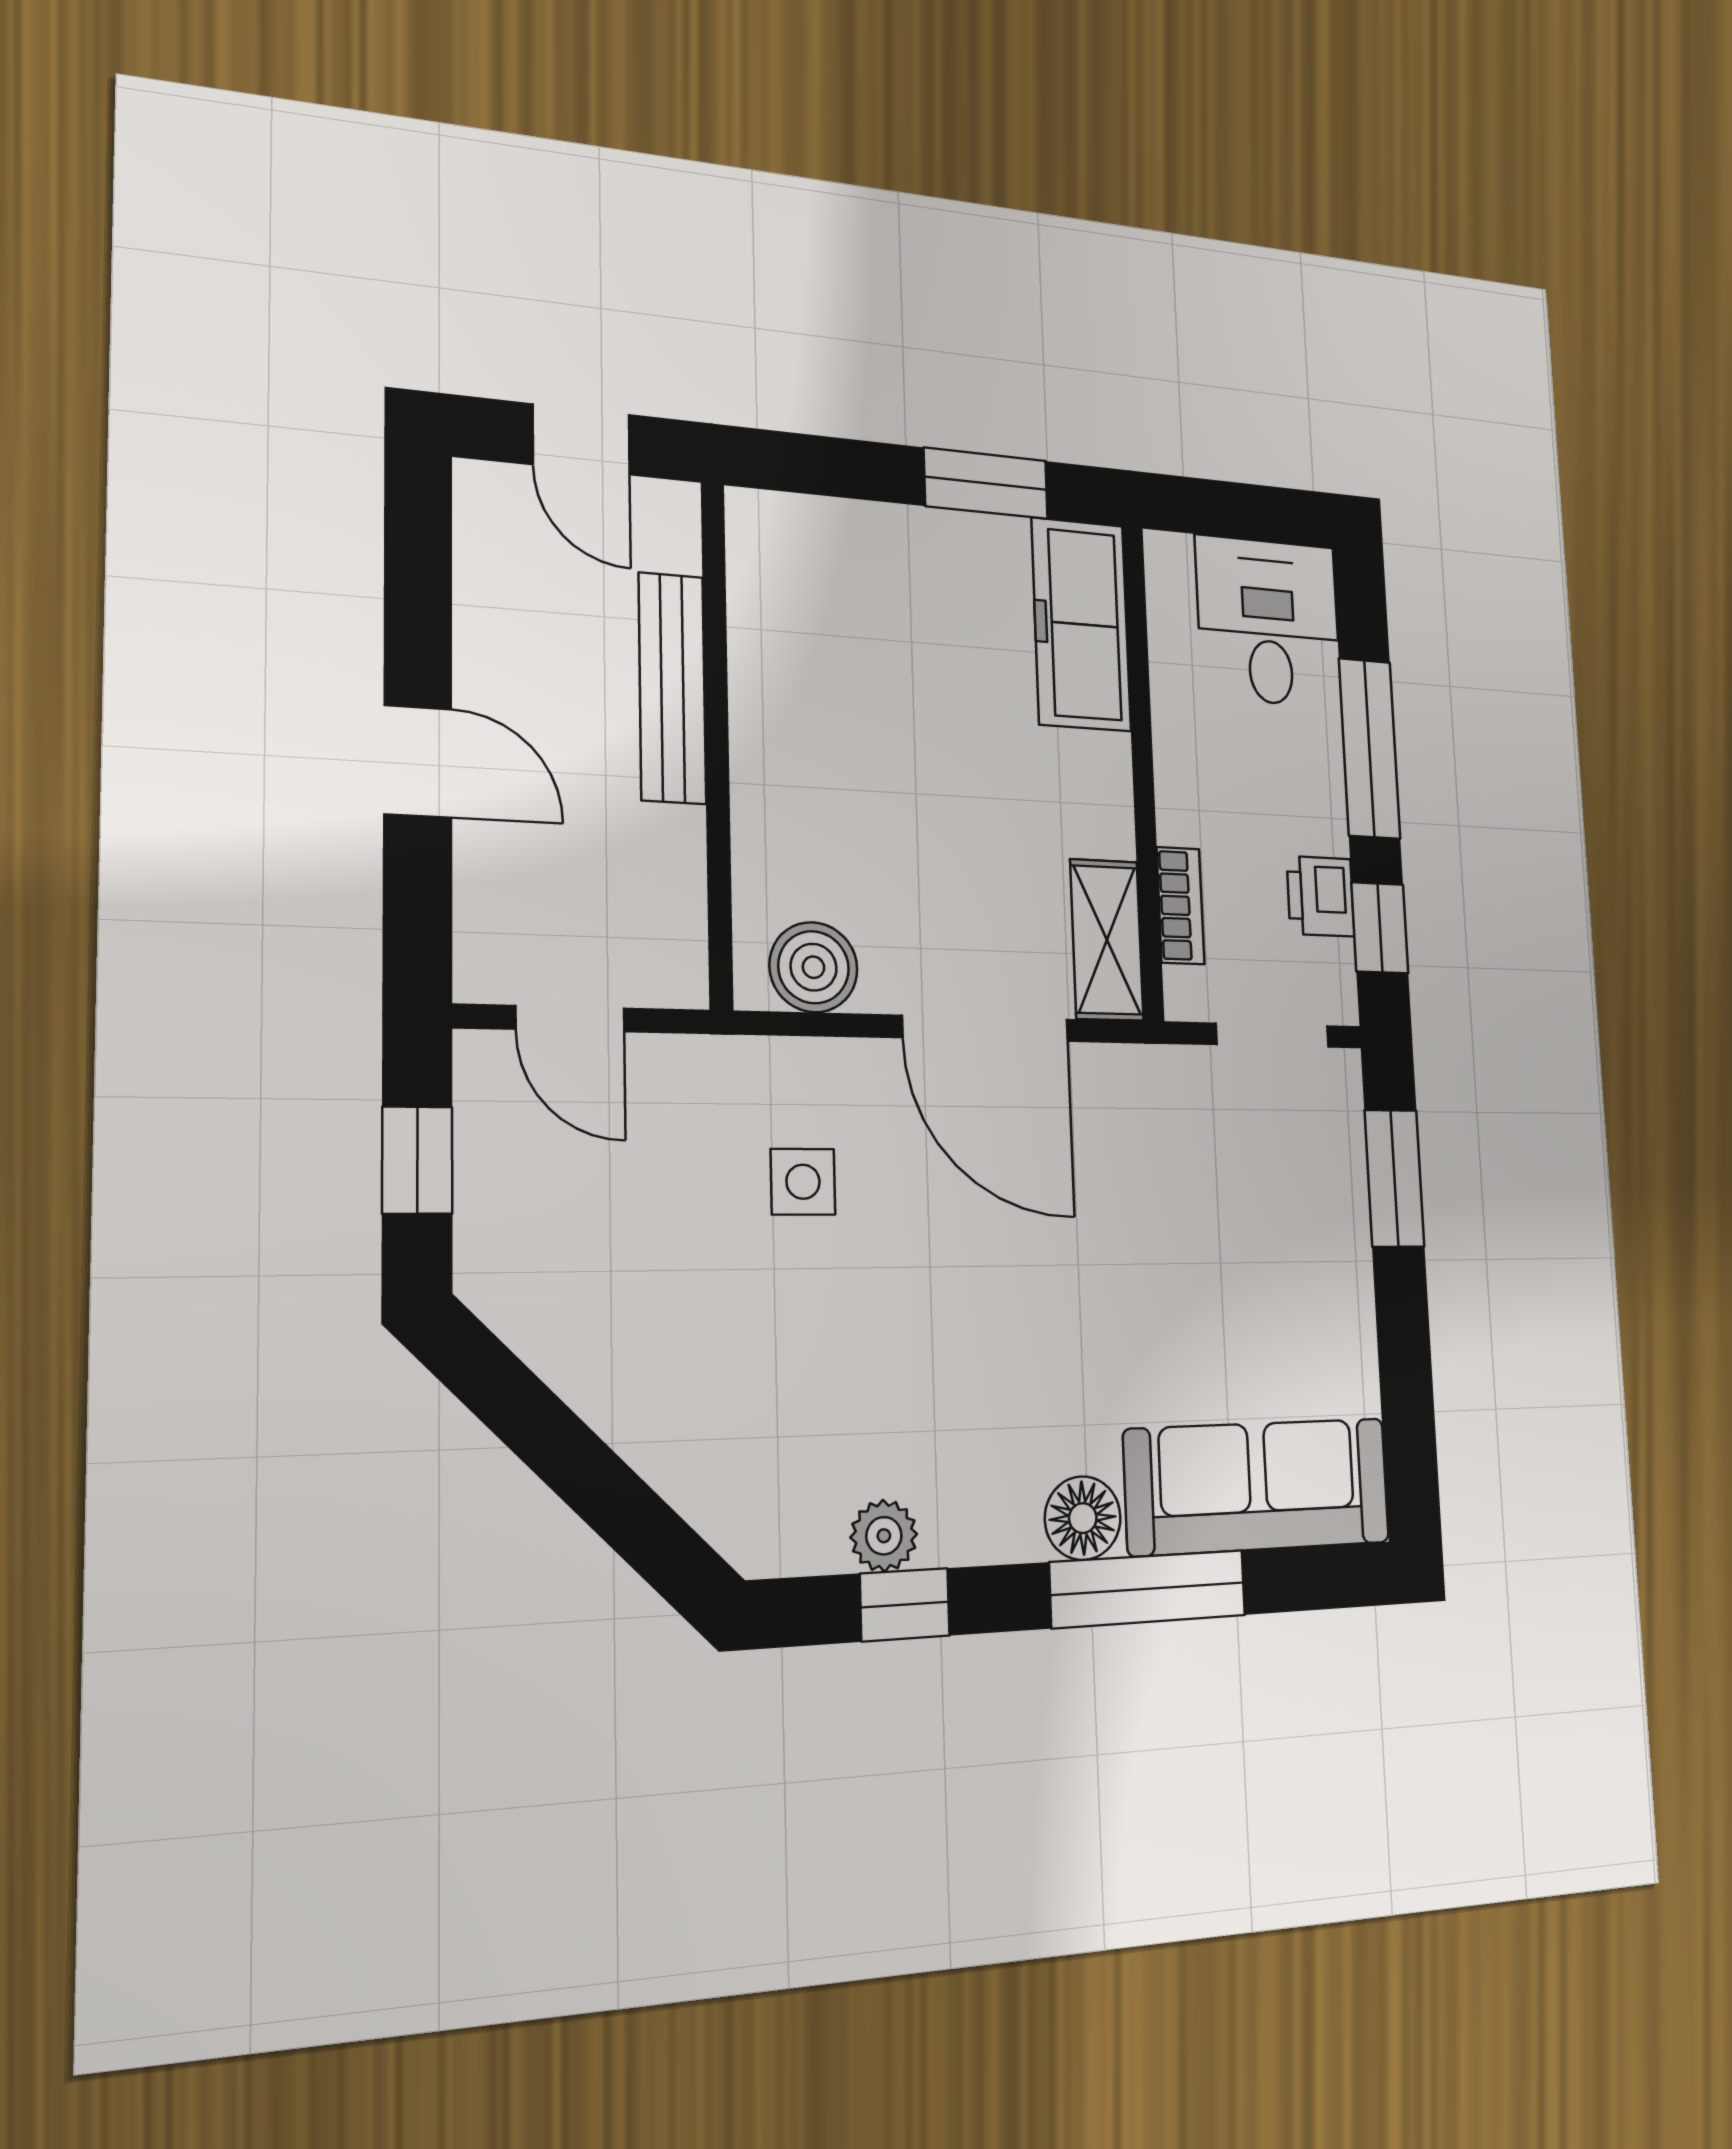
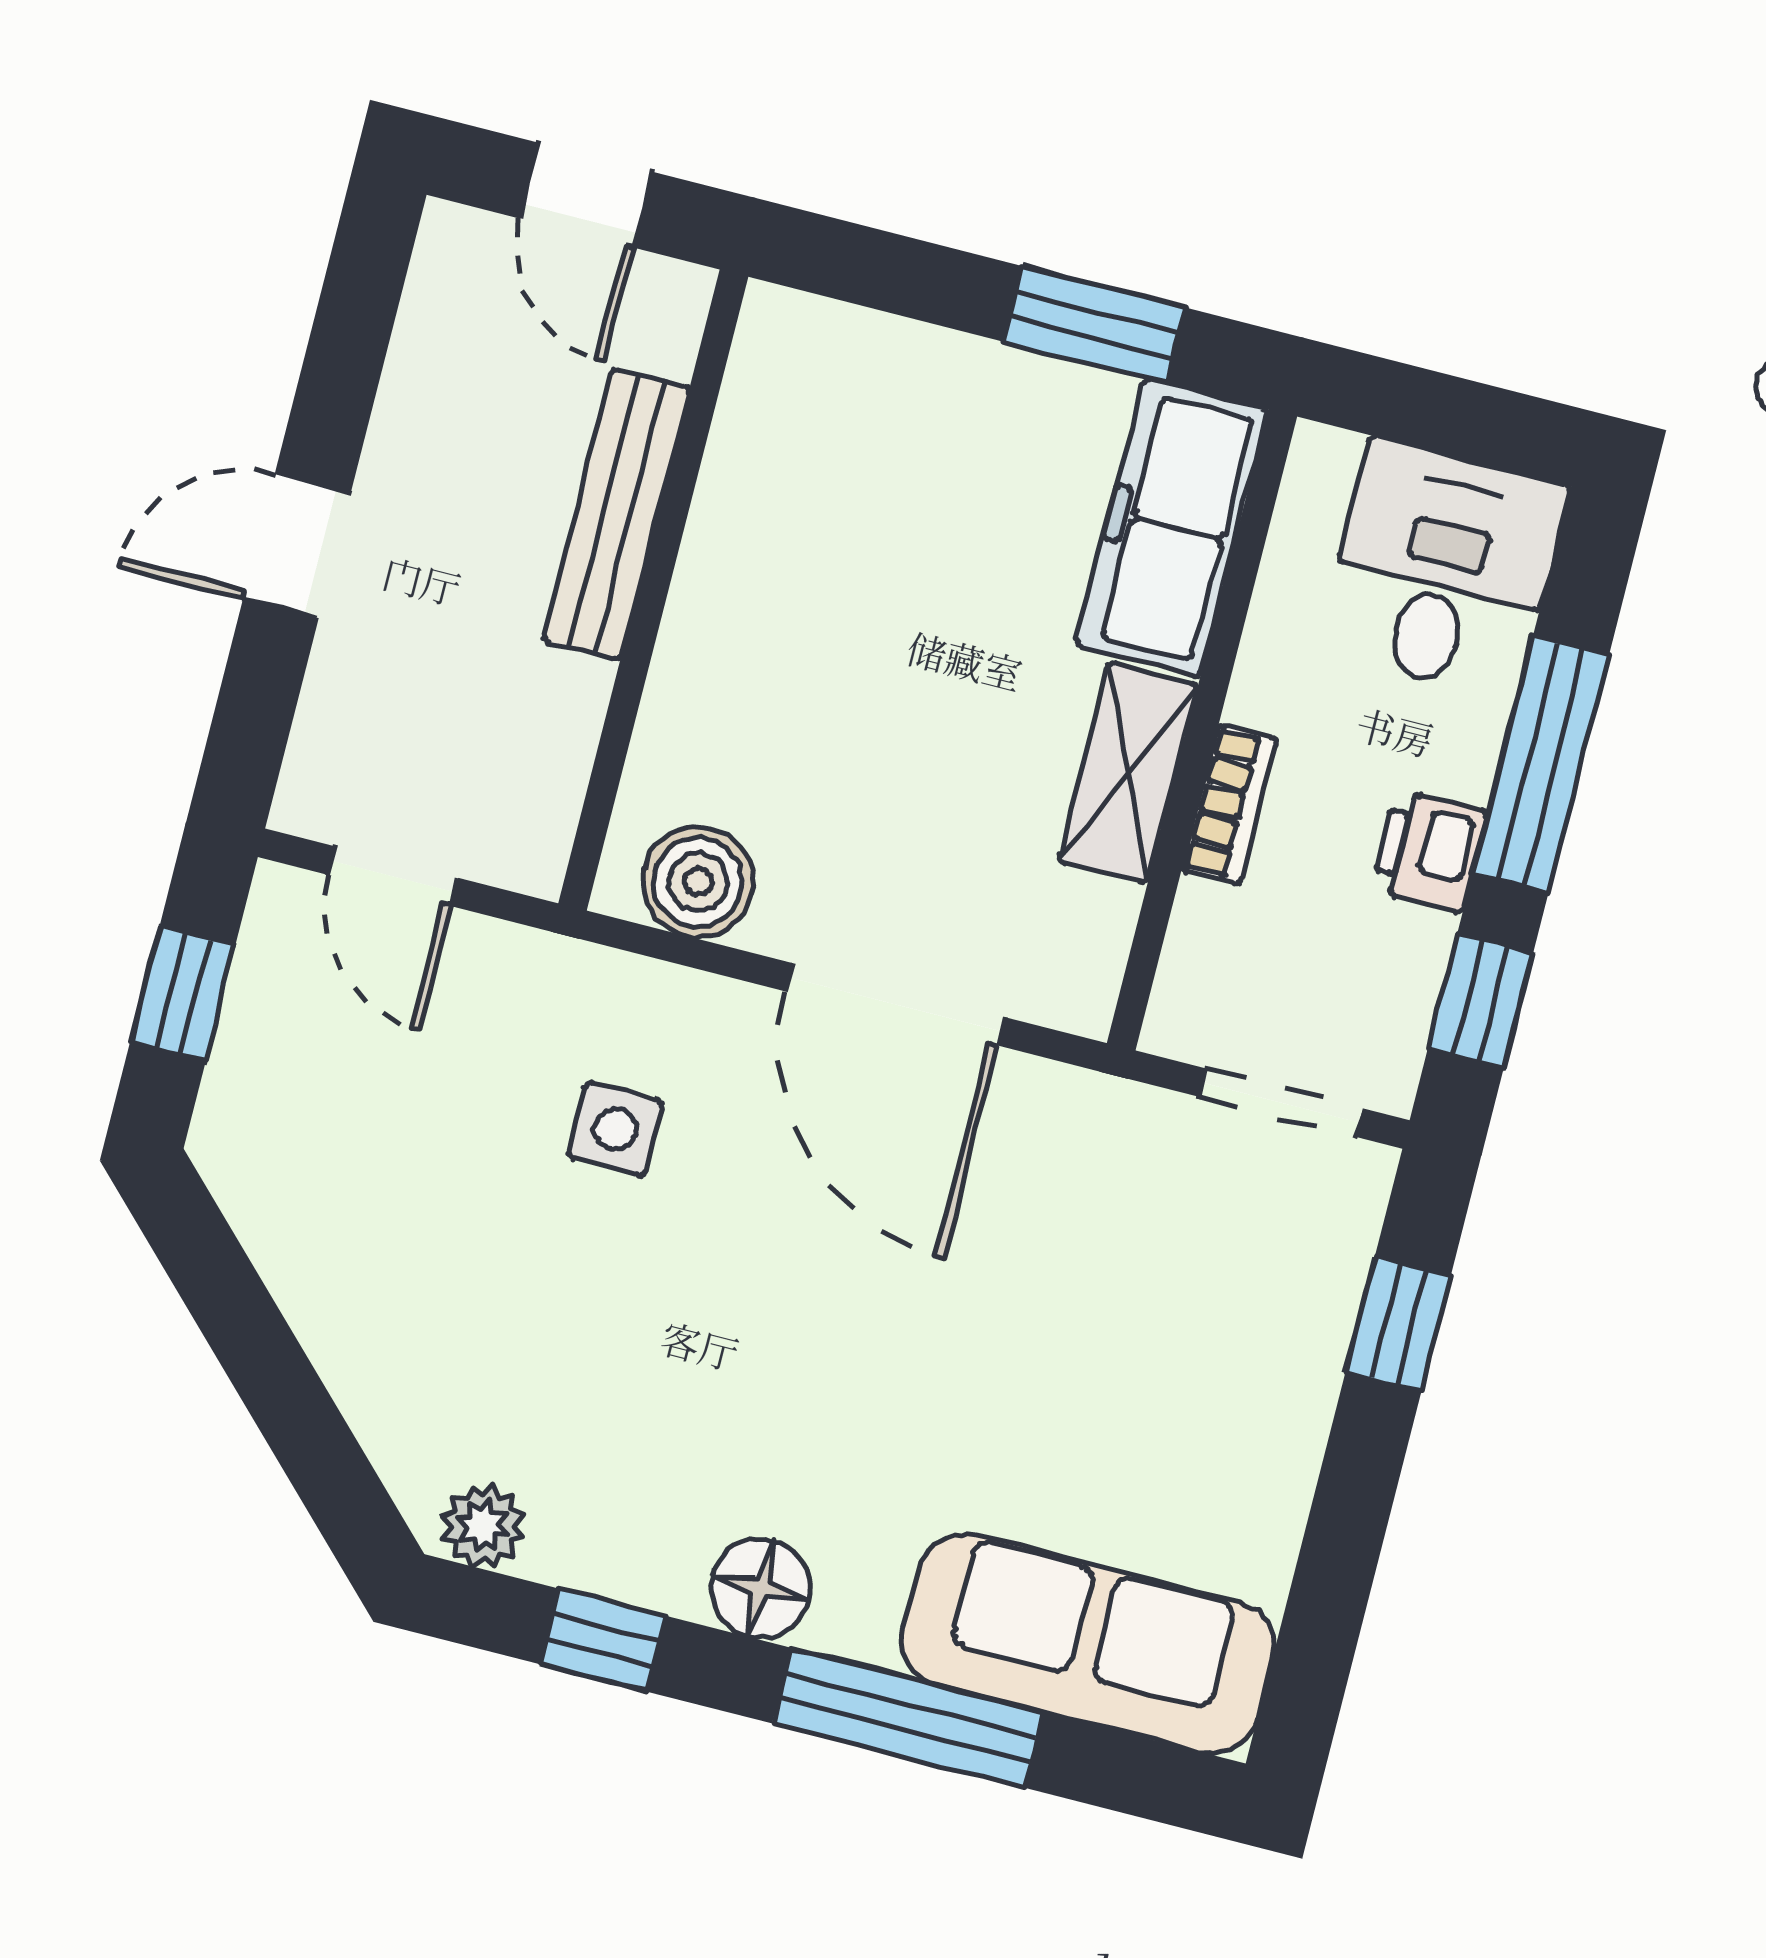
door: (418, 761) -> (297, 546), swing flipped
printer: (1321, 896) -> (1429, 851), moved
bookcase: (1180, 906) -> (1229, 804), moved
shelving: (1107, 940) -> (1128, 773), moved
window: (1394, 1178) -> (1398, 1324), width x0.67
floor lamp: (1083, 1518) -> (761, 1589), moved
plant: (884, 1536) -> (483, 1526), moved

